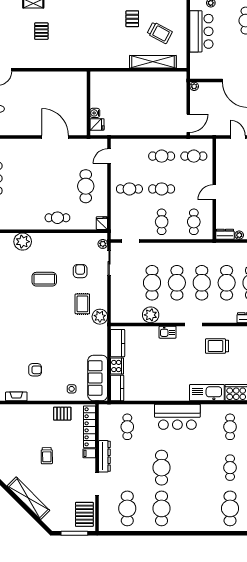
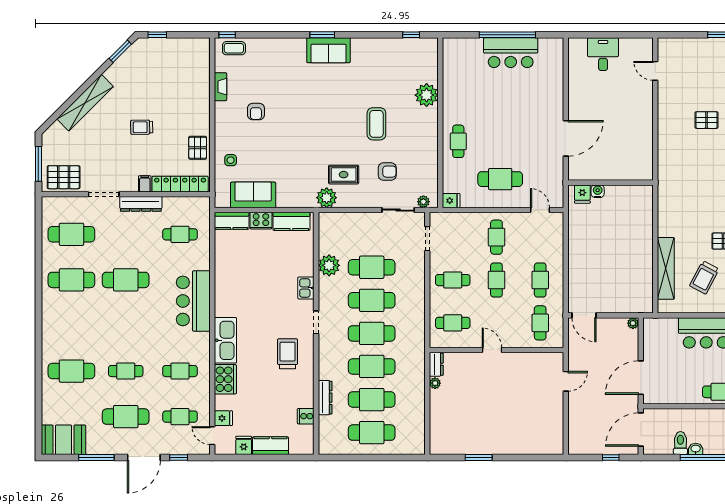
sofa: (98, 378) -> (253, 195), width x0.73

